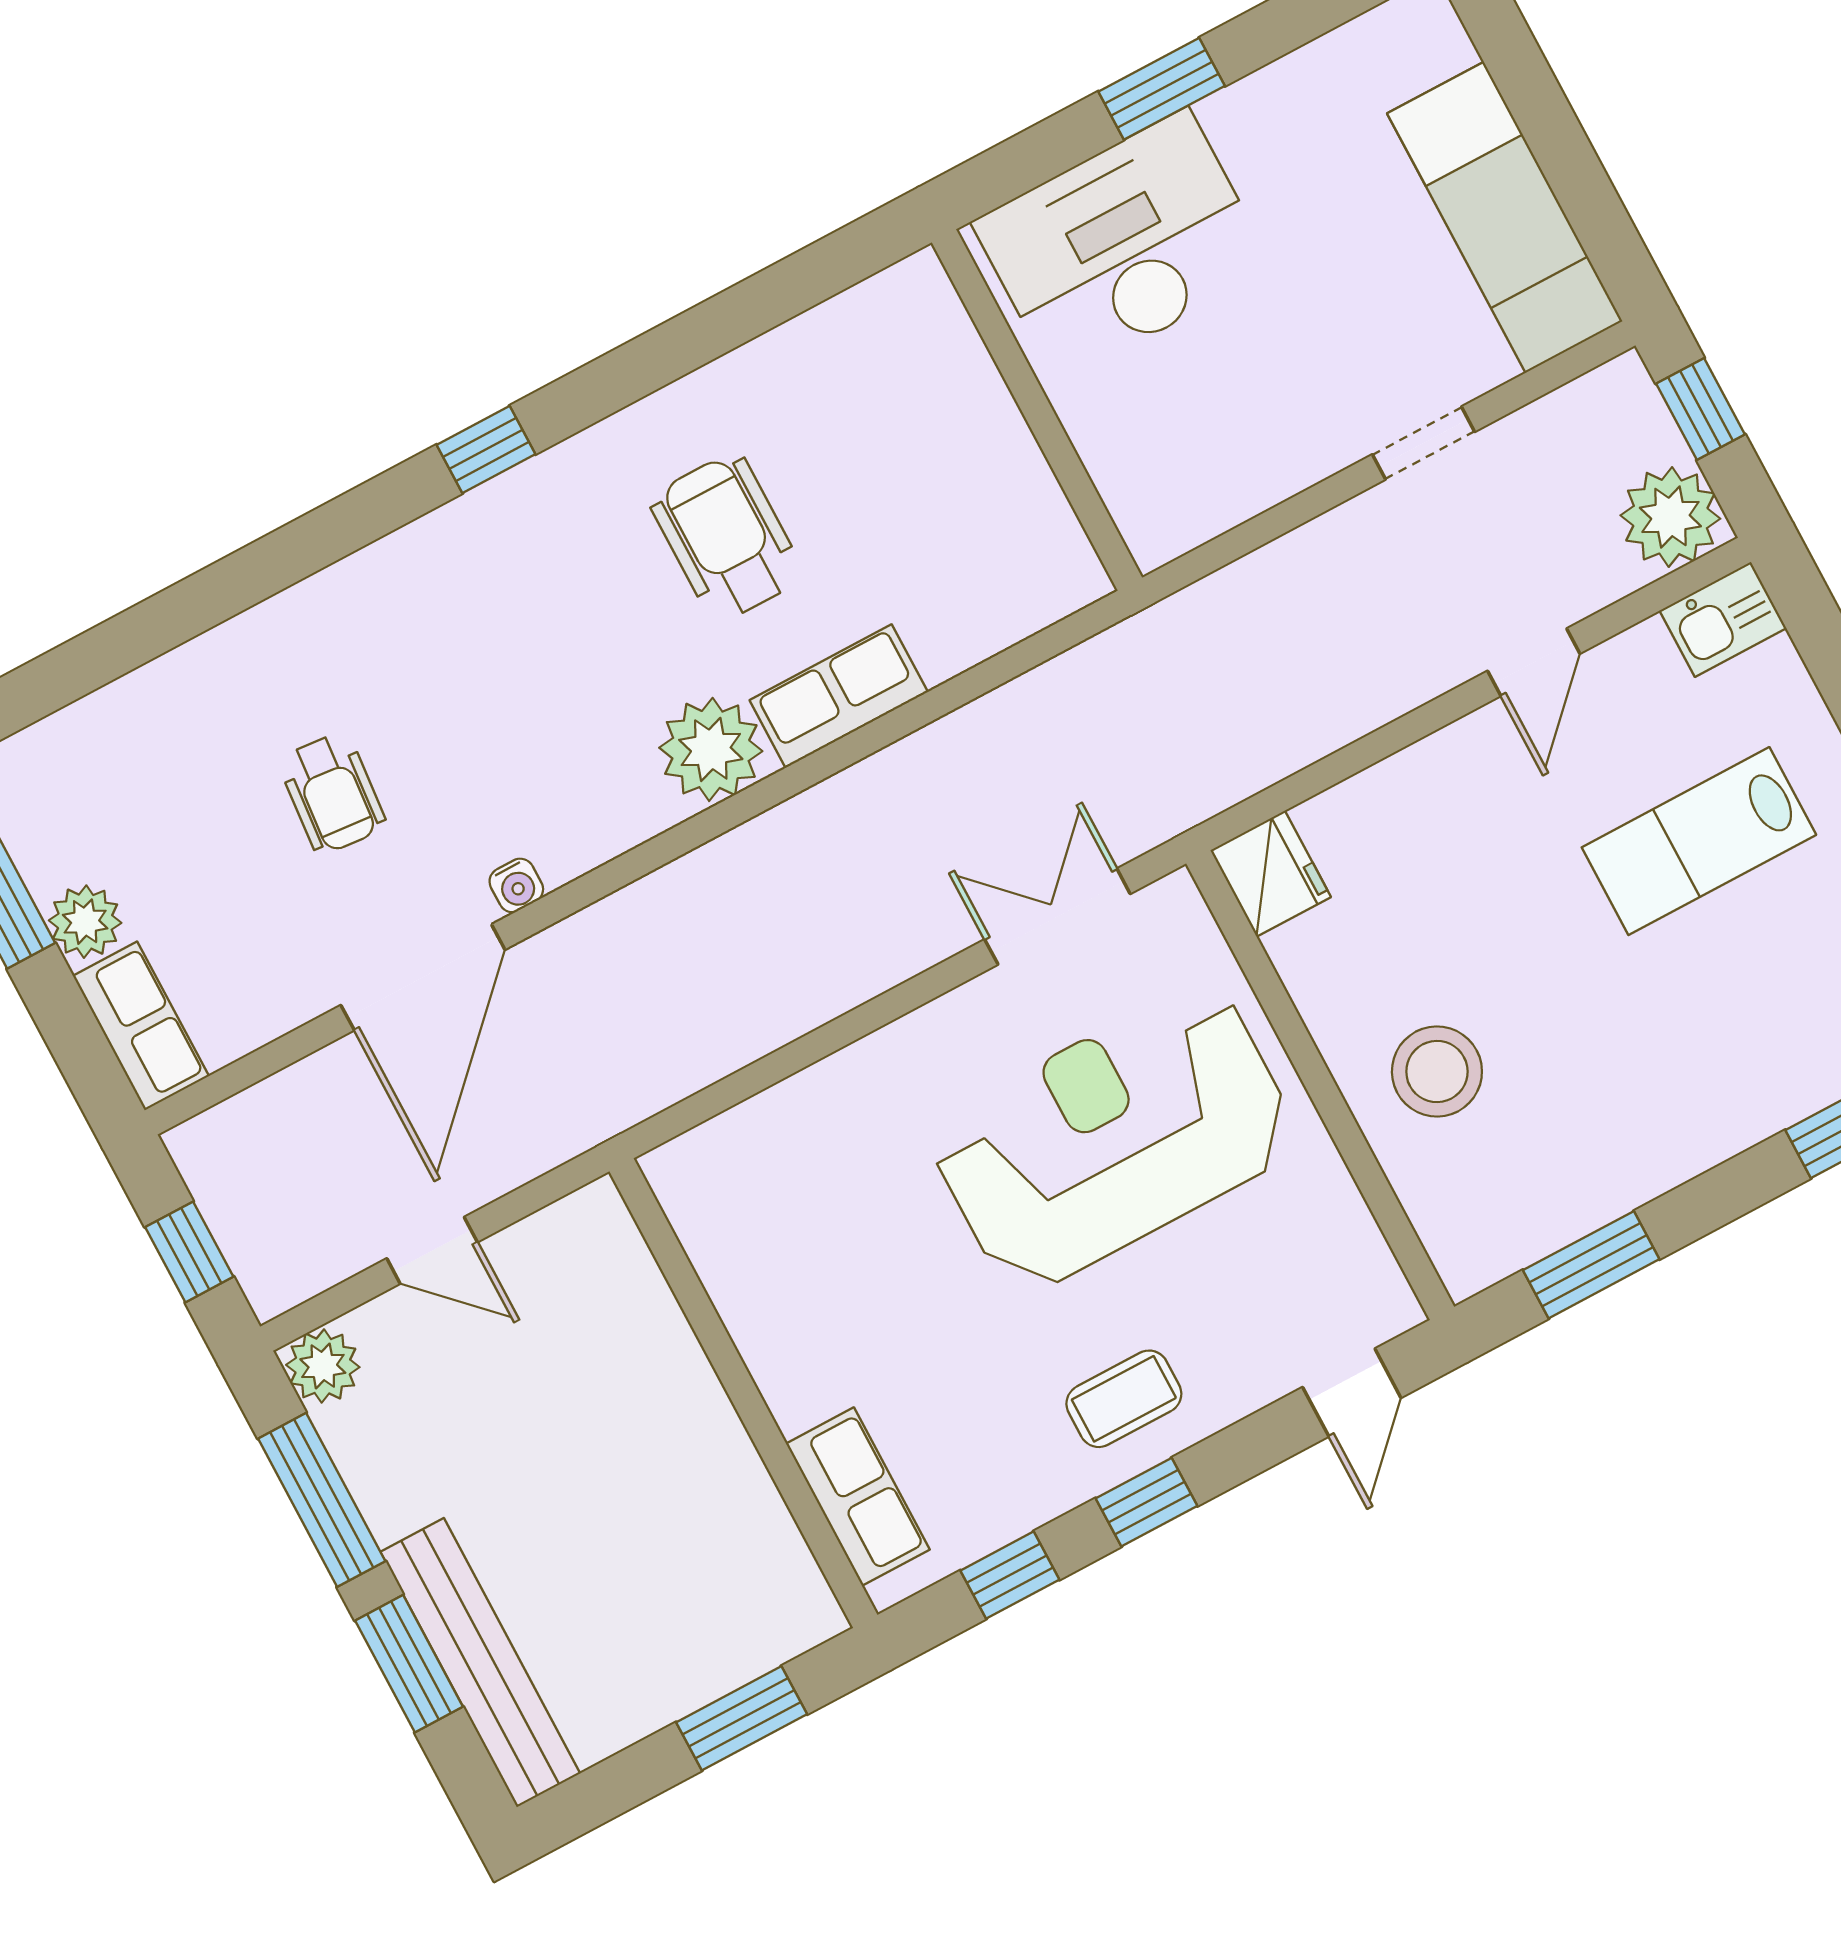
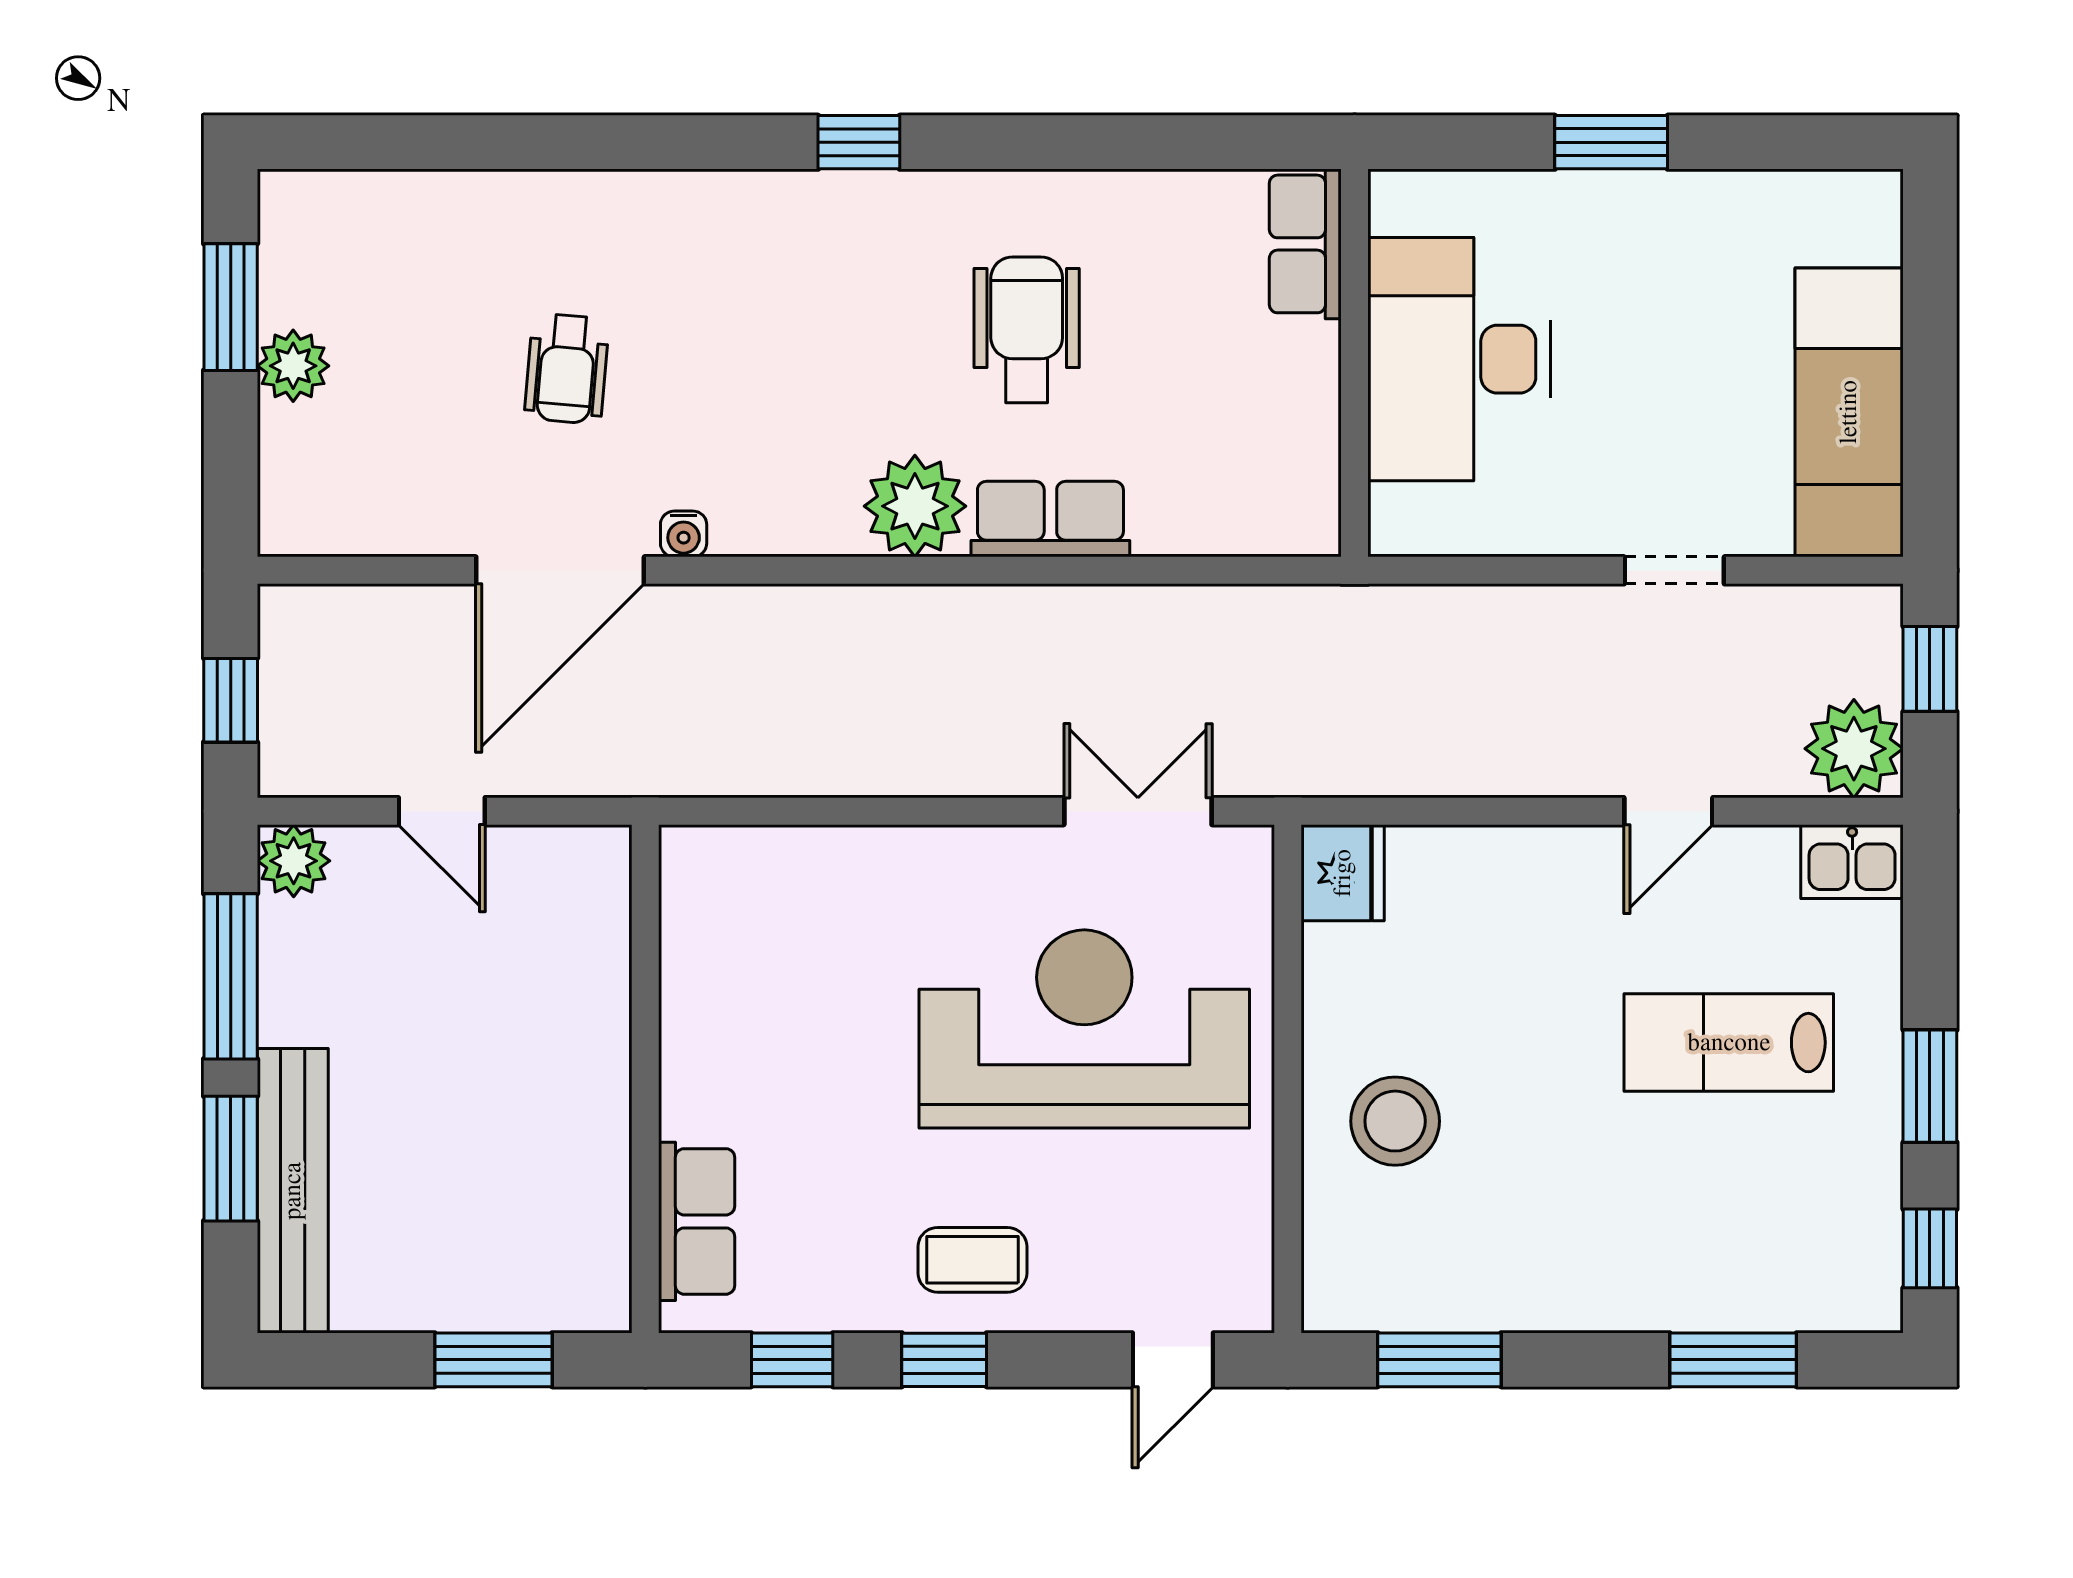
desk: (1123, 246) -> (1459, 359), moved, turned -90
row of seats: (141, 1026) -> (1305, 244), moved, turned 180

